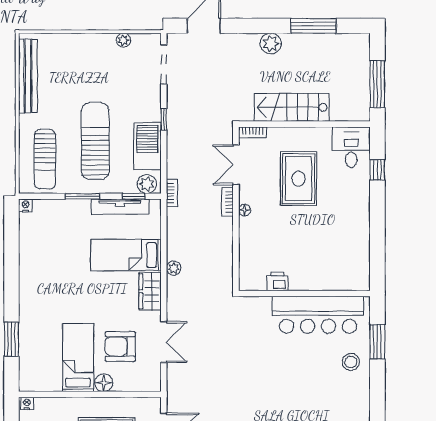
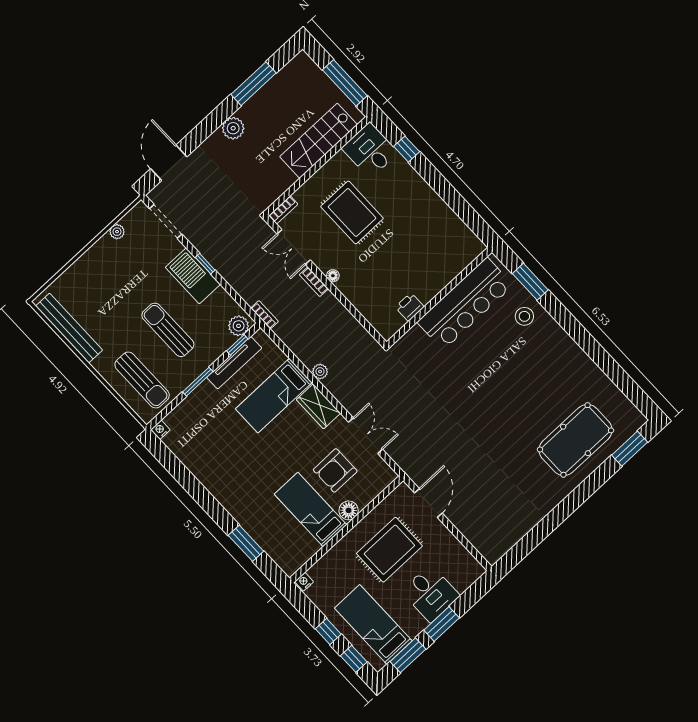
stairs: (292, 107) -> (319, 141), moved
sun lounger: (95, 141) -> (168, 330), width x0.73, depth x0.75
barbecue: (147, 146) -> (193, 276), moved

